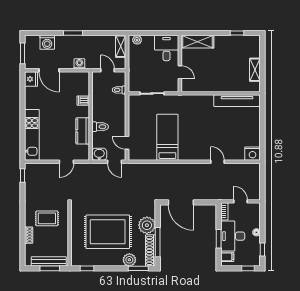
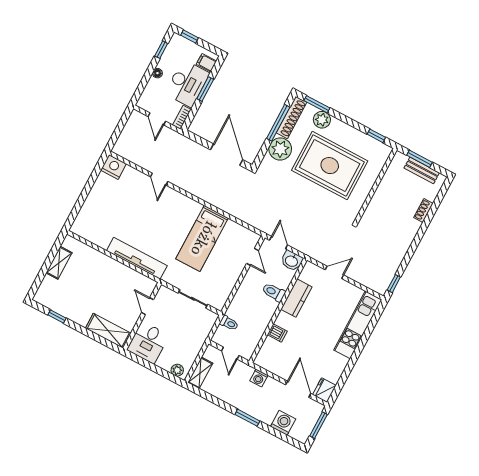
tv unit: (237, 101) -> (137, 258), moved
rug: (47, 218) -> (392, 219), removed
bench: (49, 261) -> (422, 170), width x0.73

